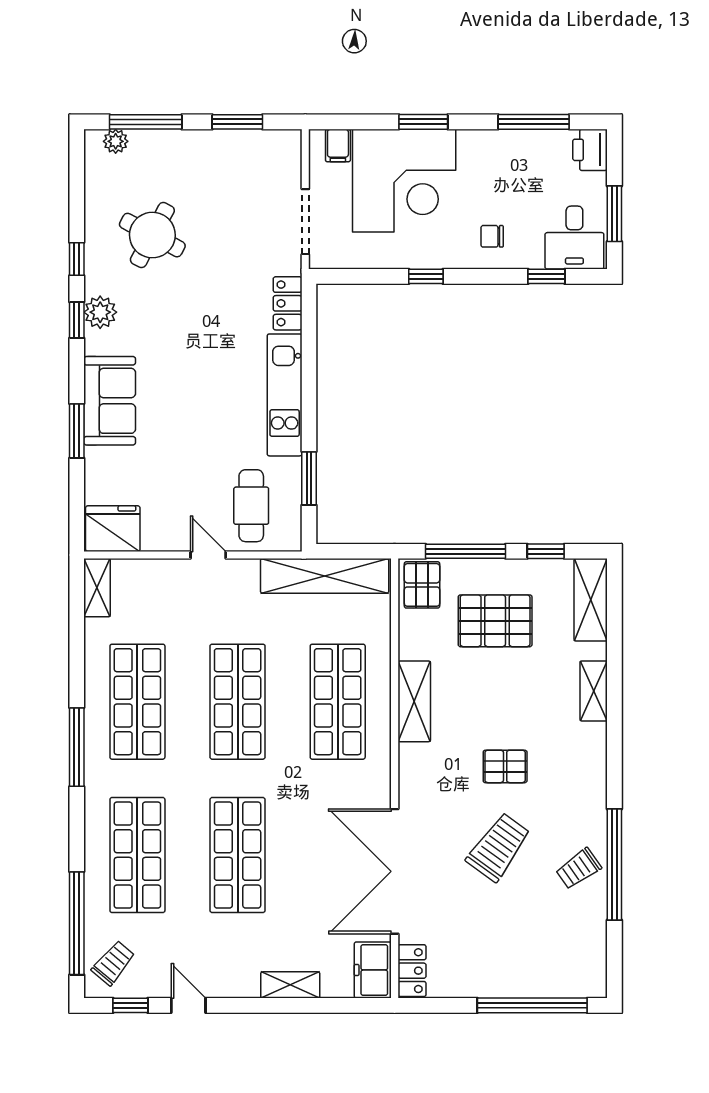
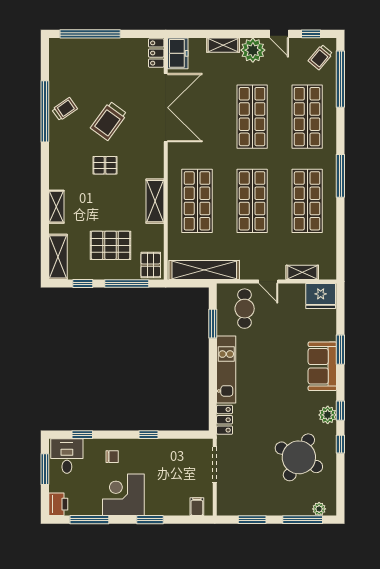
corner desk: (404, 181) -> (123, 495), moved, width x0.74, depth x0.74
round table: (152, 235) -> (299, 457), width x1.36, depth x1.36
shelving: (97, 588) -> (302, 272), moved, turned 90
plant: (236, 976) -> (253, 50), added

